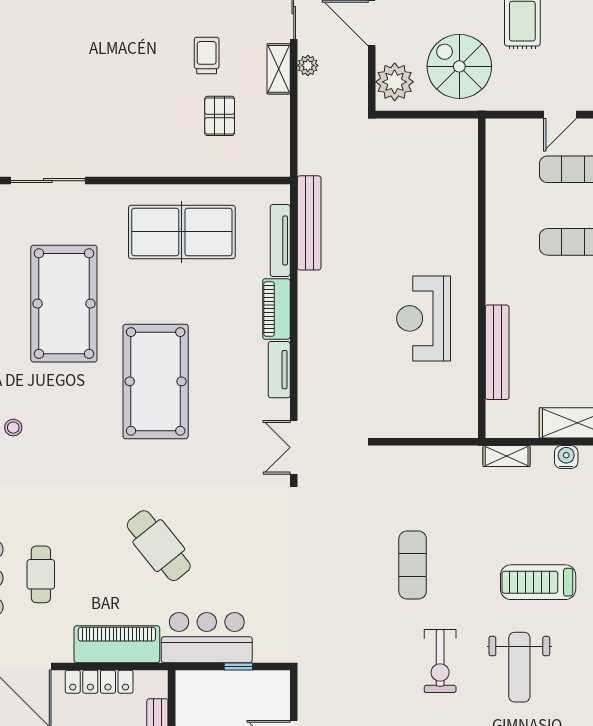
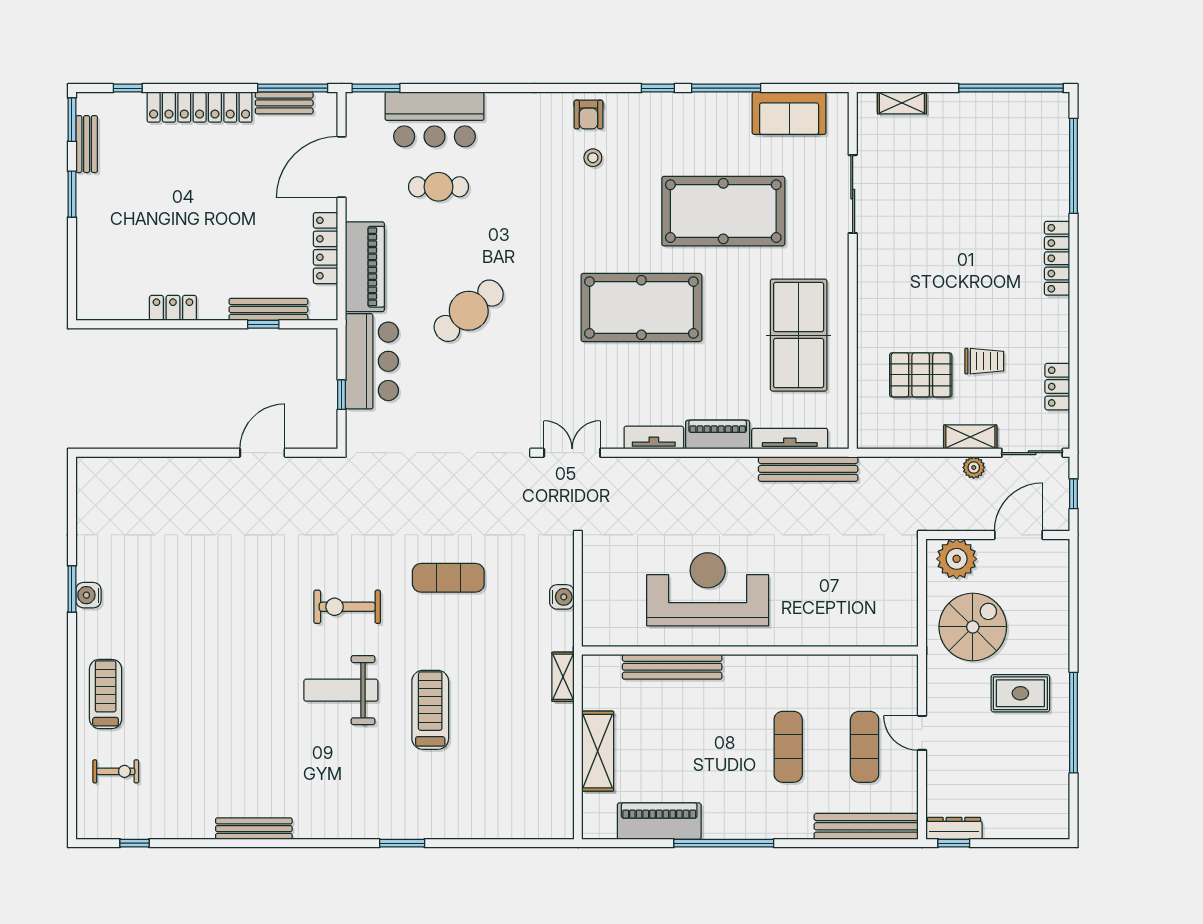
pallet: (220, 116) -> (921, 375), width x1.50, depth x1.42
reception desk: (424, 318) -> (708, 589), width x1.36, depth x1.30
water cooler: (566, 457) -> (562, 597), moved

